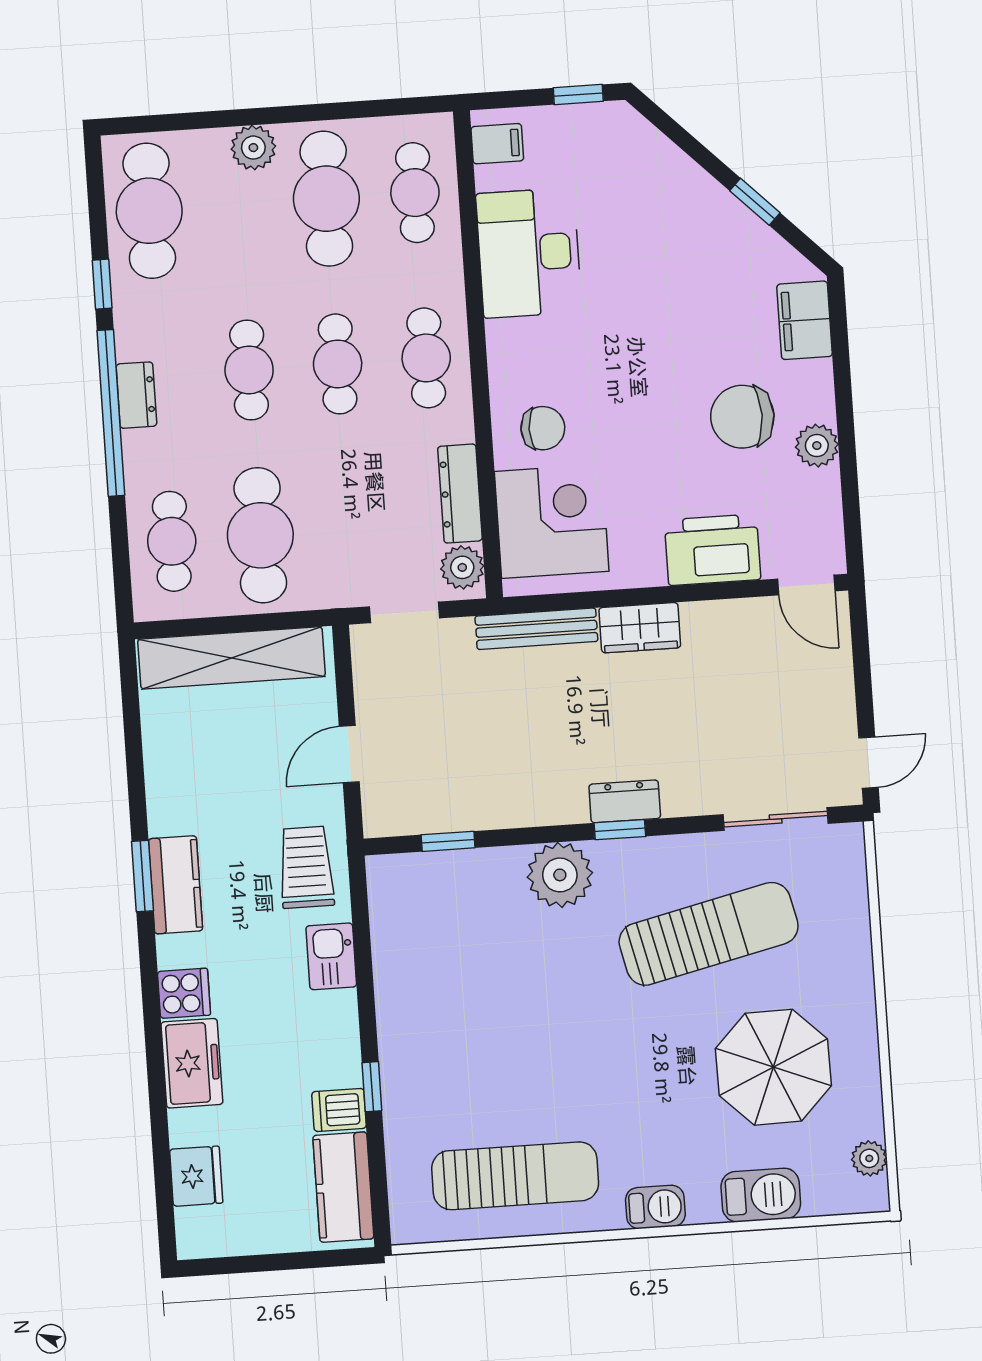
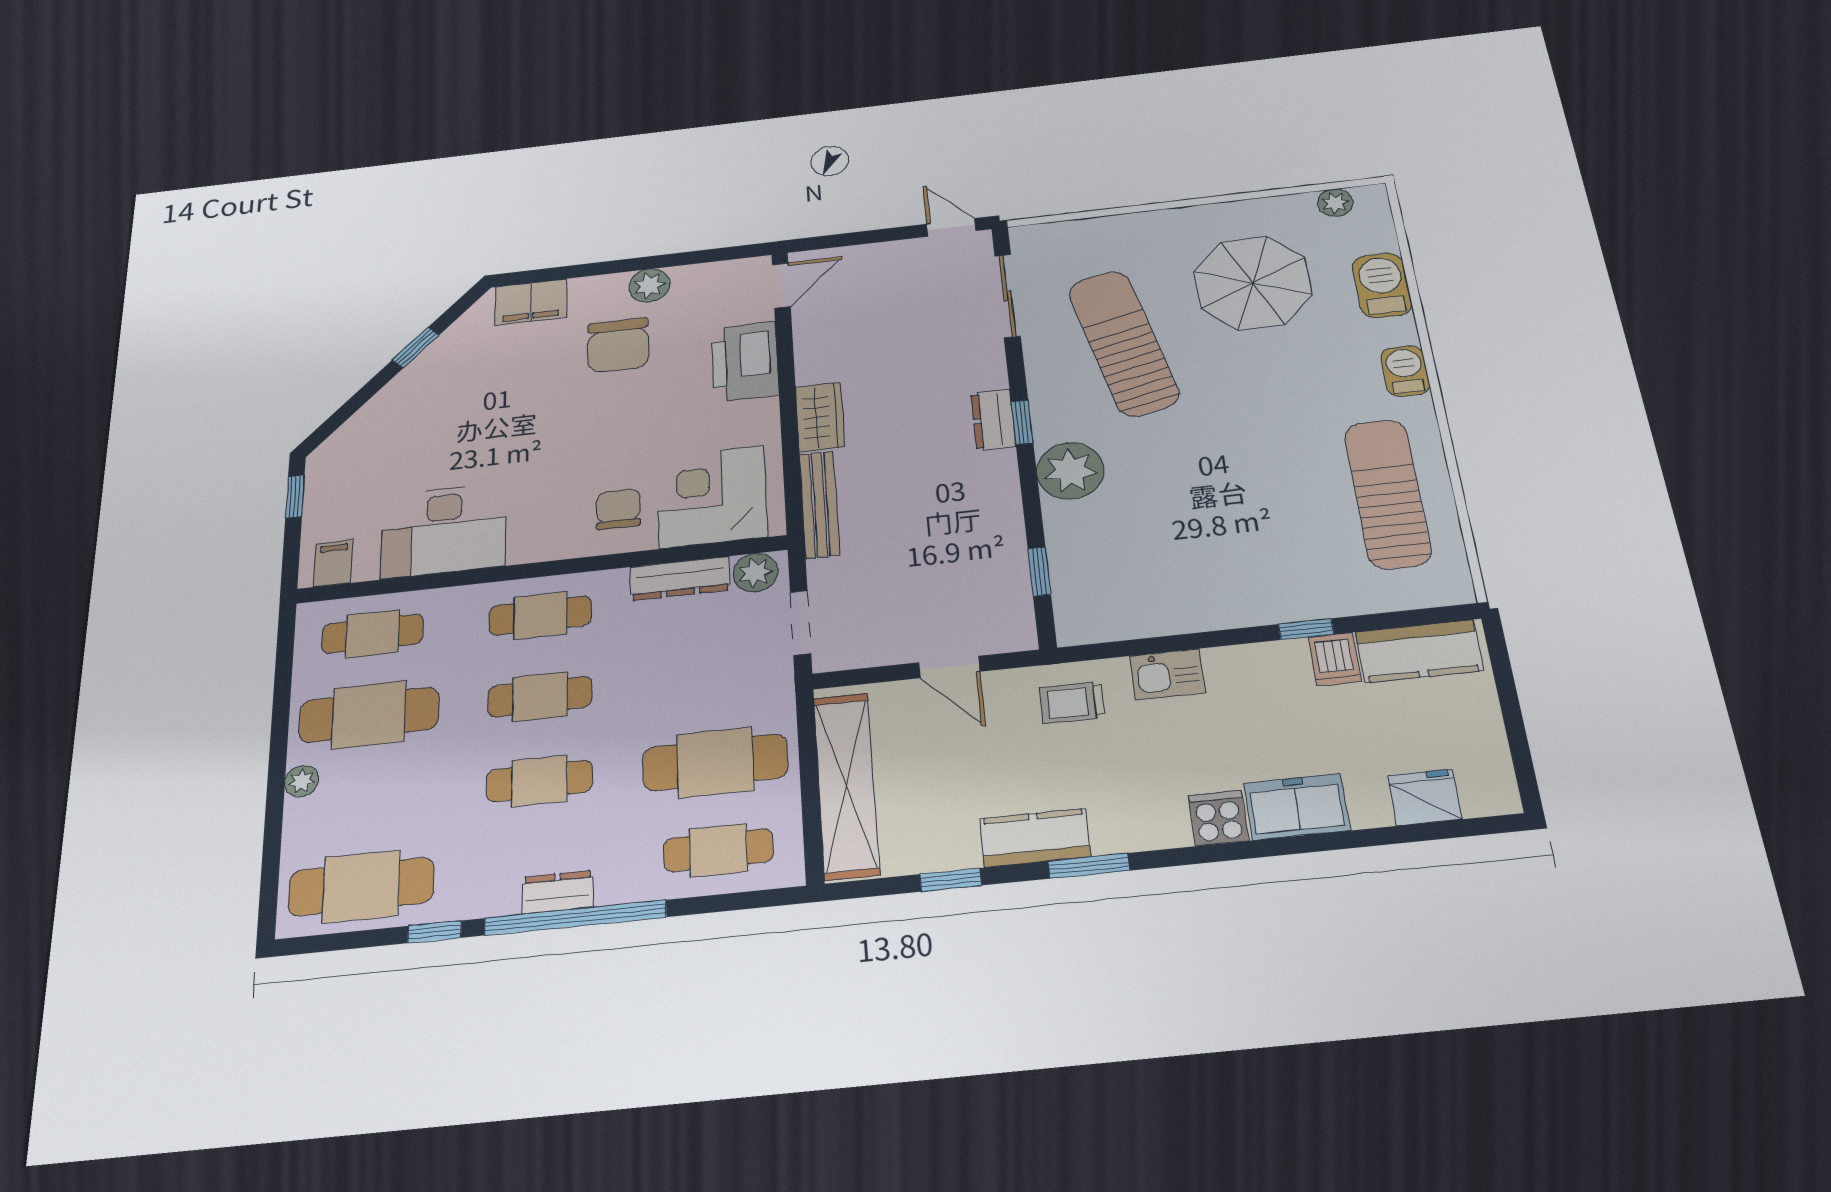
plant: (253, 148) -> (302, 781), width x0.73, depth x0.73
window: (134, 753) -> (951, 880), added
trolley: (306, 867) -> (1072, 703), width x0.73, depth x0.72
kitchen counter: (176, 885) -> (1035, 838), moved

